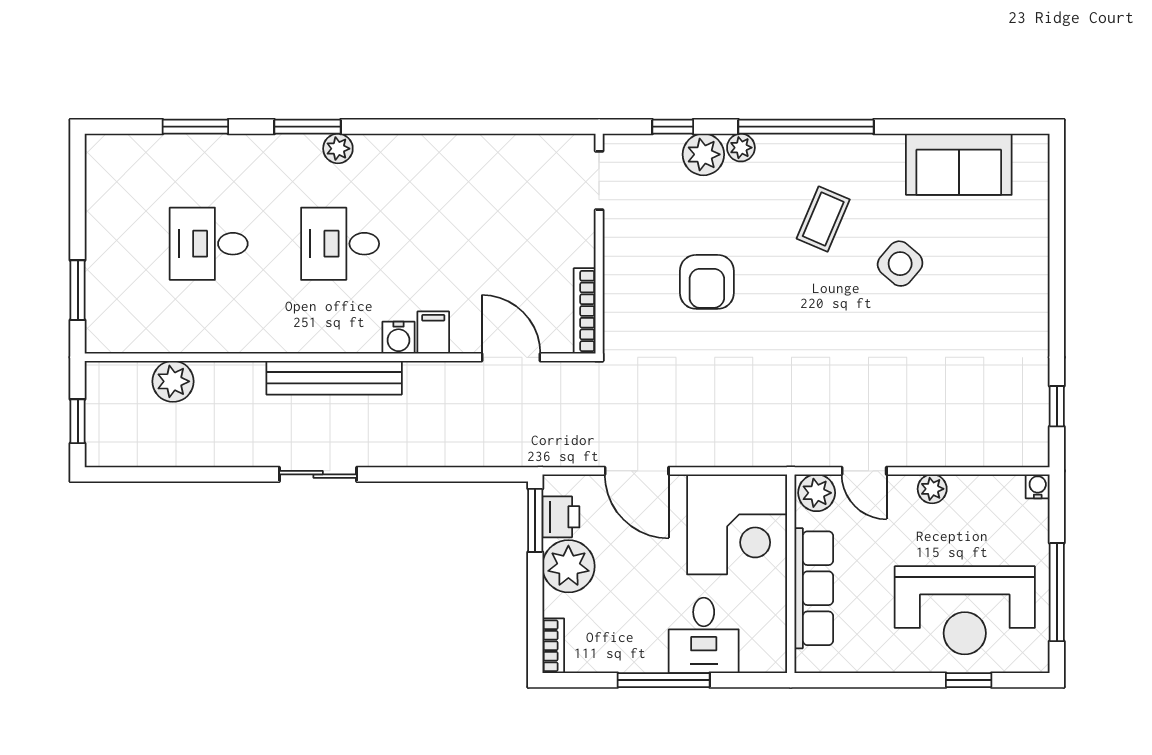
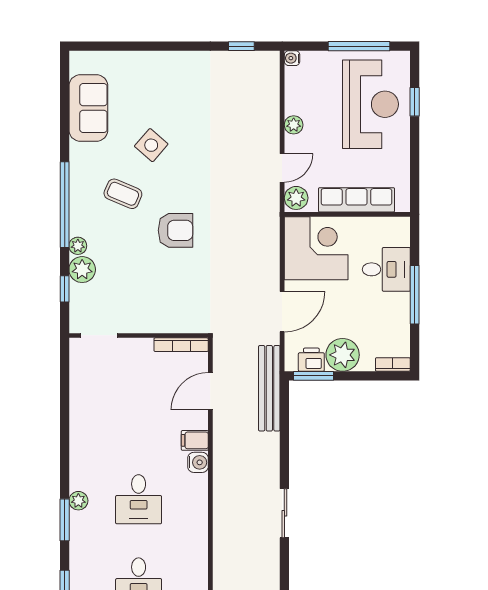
armchair: (707, 282) -> (175, 230), moved
bench: (334, 378) -> (269, 388), moved

